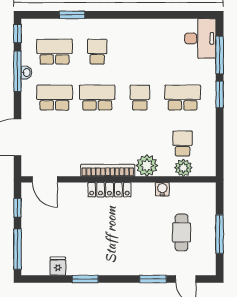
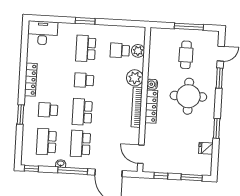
window: (72, 15) -> (21, 114), moved
locker: (137, 26) -> (31, 80), added
window: (220, 55) -> (56, 19), removed
window: (17, 71) -> (73, 171), moved
door: (45, 179) -> (141, 154), swing flipped
water cooler: (162, 189) -> (152, 84), moved
cafe table: (182, 232) -> (186, 55), turned 90
round table: (126, 239) -> (188, 96), added
window: (17, 249) -> (192, 177), width x0.69

